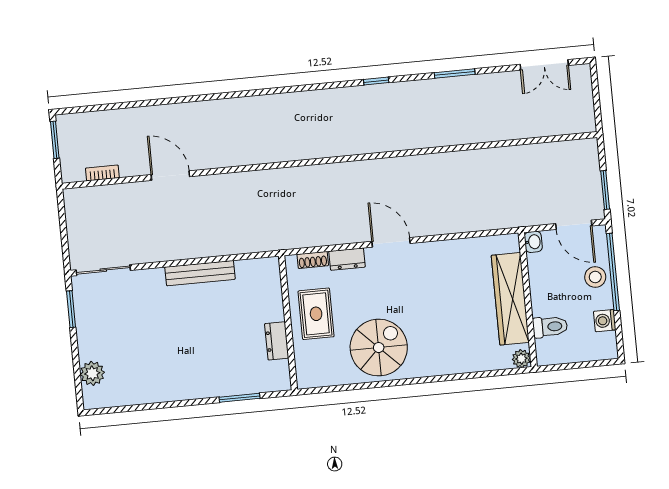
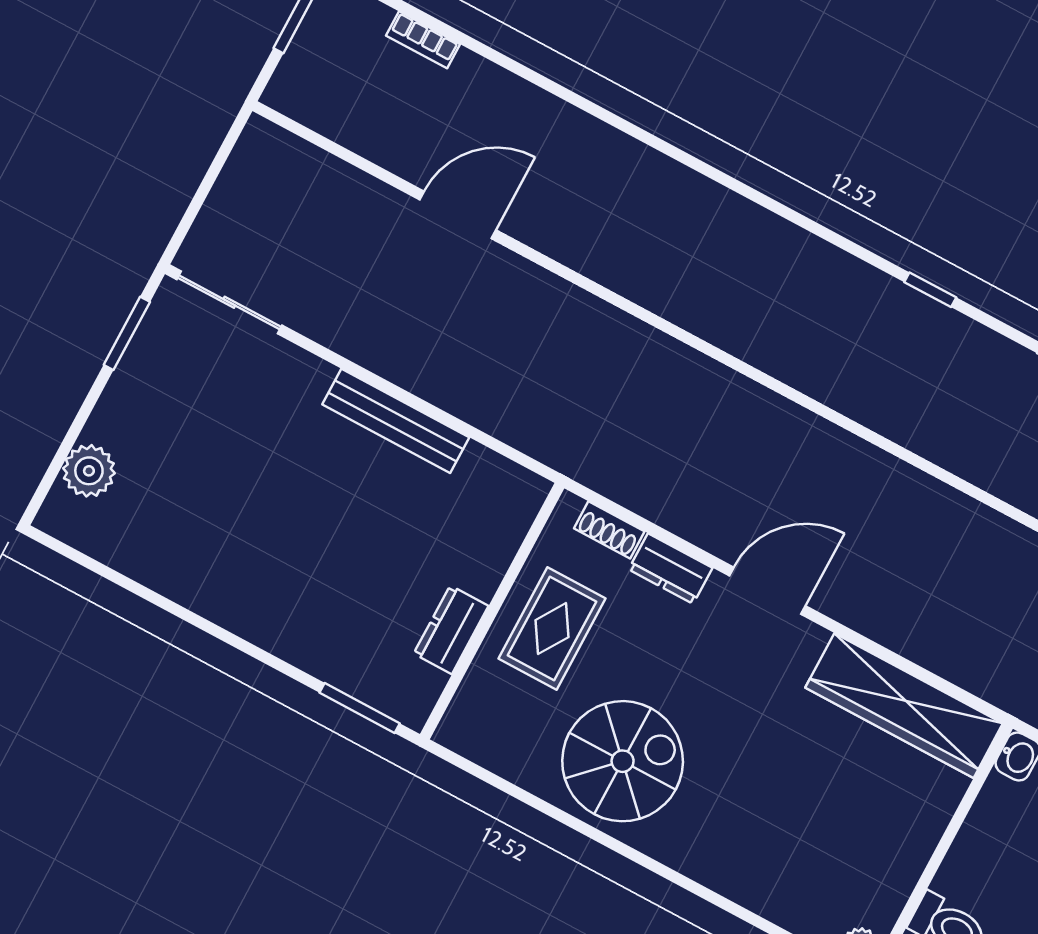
bookcase: (102, 173) -> (423, 40), moved, turned 180
door: (170, 176) -> (458, 215), hinge flipped
door: (391, 242) -> (767, 591), hinge flipped
wardrobe: (510, 299) -> (904, 706), moved, turned -90
window: (240, 398) -> (360, 708), moved

